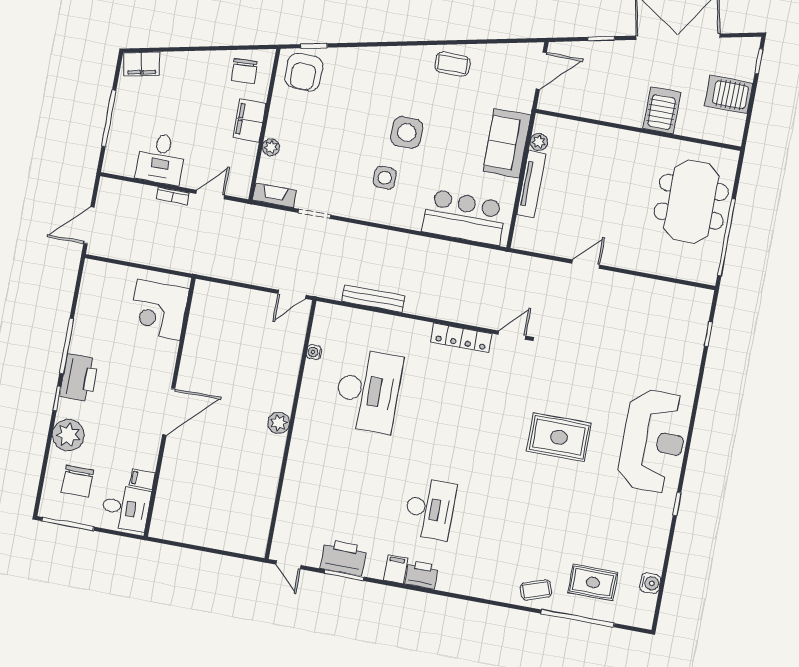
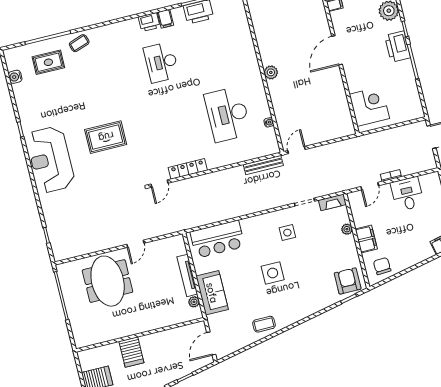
side table: (385, 178) -> (287, 233), moved
meeting table: (691, 202) -> (108, 281), moved
bench: (373, 299) -> (263, 165), moved

